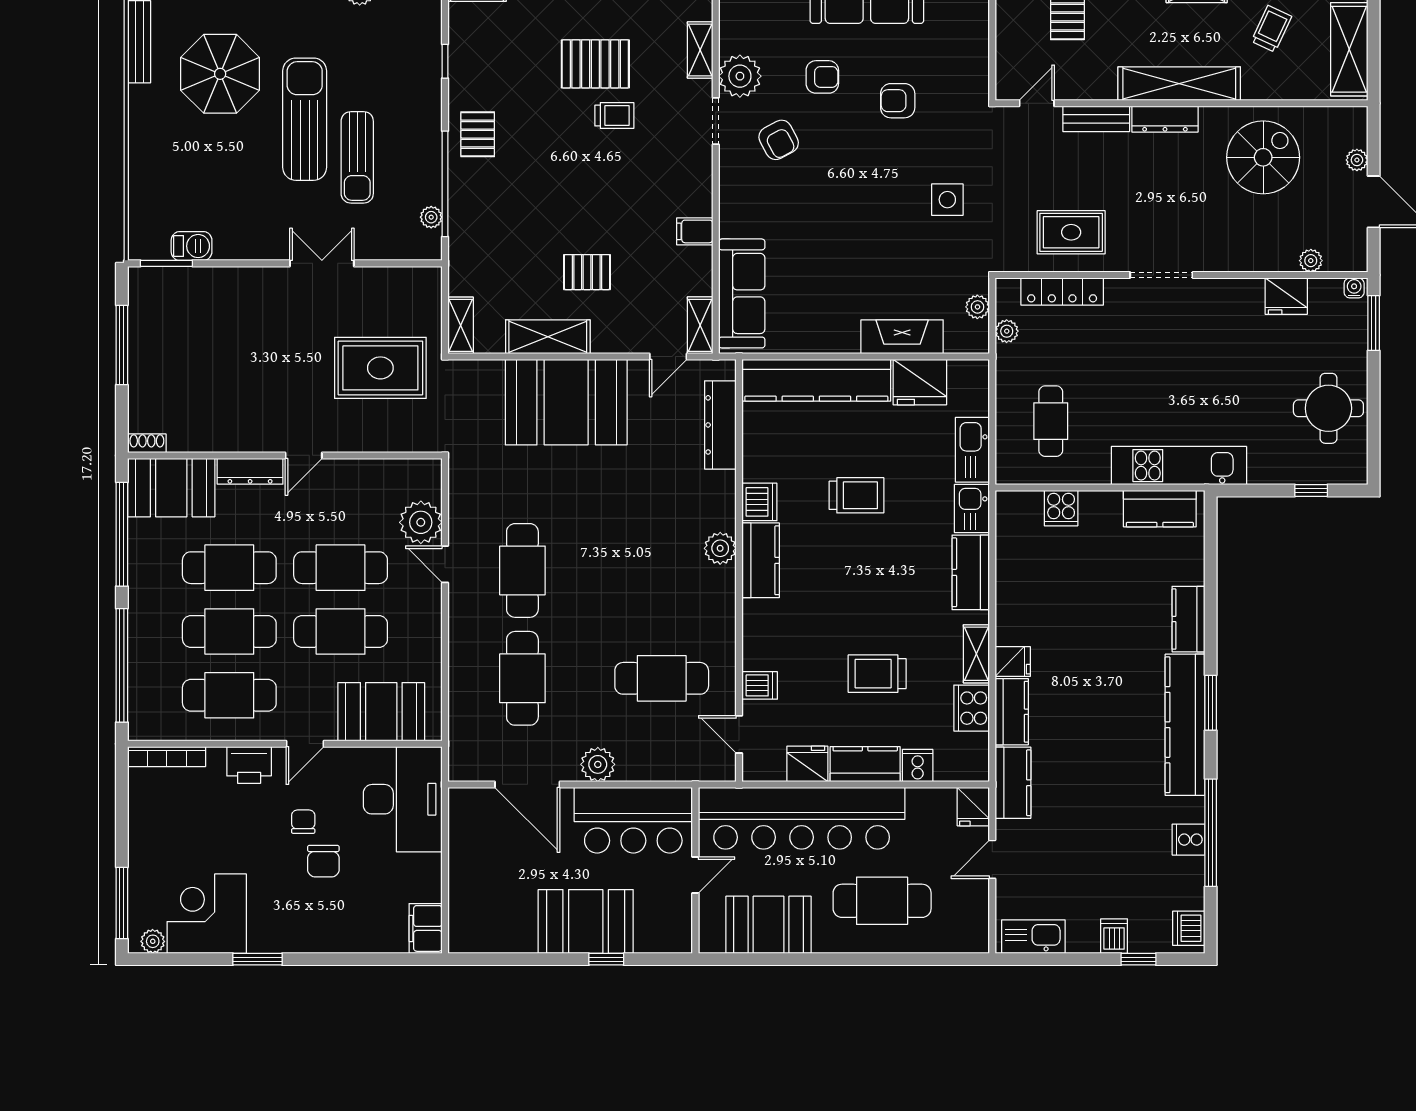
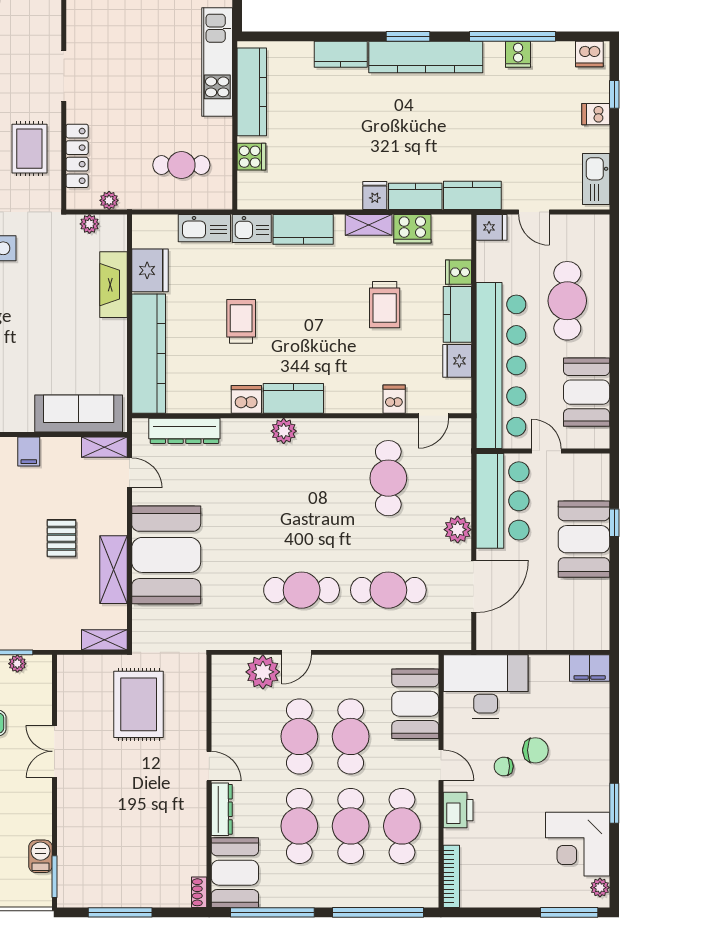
kitchen counter: (1160, 509) -> (252, 92), width x1.50

